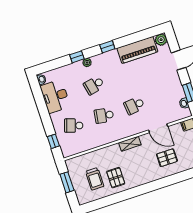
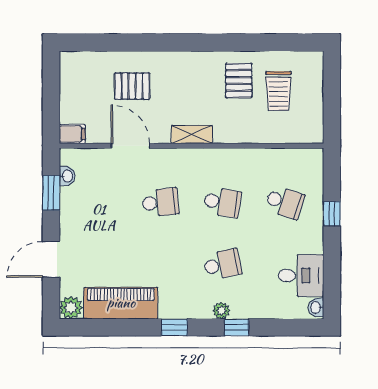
desk: (55, 96) -> (301, 276), width x0.73
window: (53, 141) -> (332, 214), moved
trolley: (95, 179) -> (278, 91), turned 180
window: (67, 182) -> (332, 102), removed

